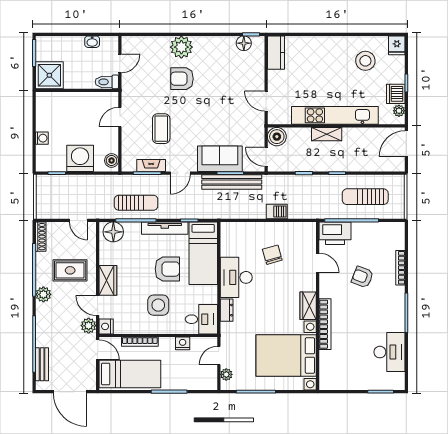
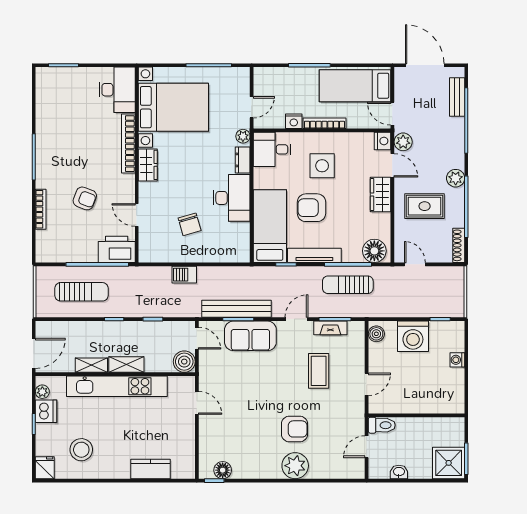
kitchen counter: (276, 53) -> (150, 469), moved, turned 90
shower: (49, 75) -> (449, 463), moved
shelving: (357, 134) -> (91, 365), added
bookcase: (140, 342) -> (324, 123), moved
desk: (389, 352) -> (117, 90), moved, turned 180
plant: (226, 374) -> (243, 136), moved

